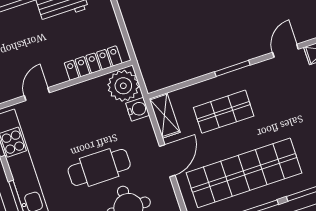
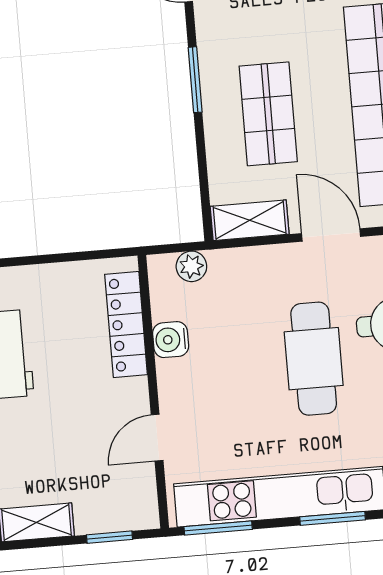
plant: (123, 86) -> (191, 266), width x0.53, depth x0.53
door: (37, 94) -> (157, 438), hinge flipped
water cooler: (138, 109) -> (171, 340), moved, turned -90

